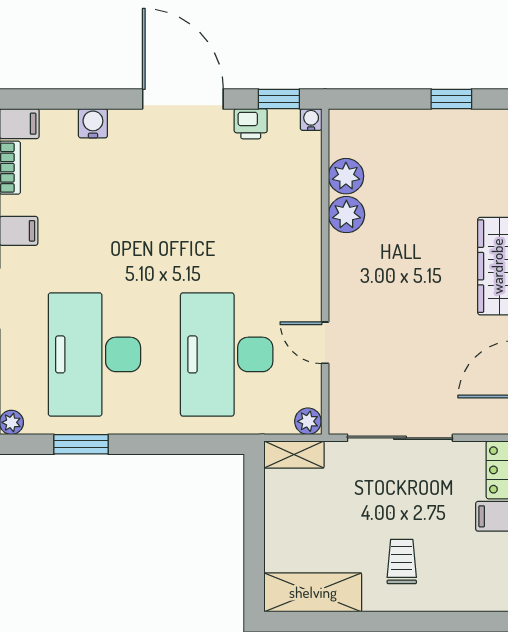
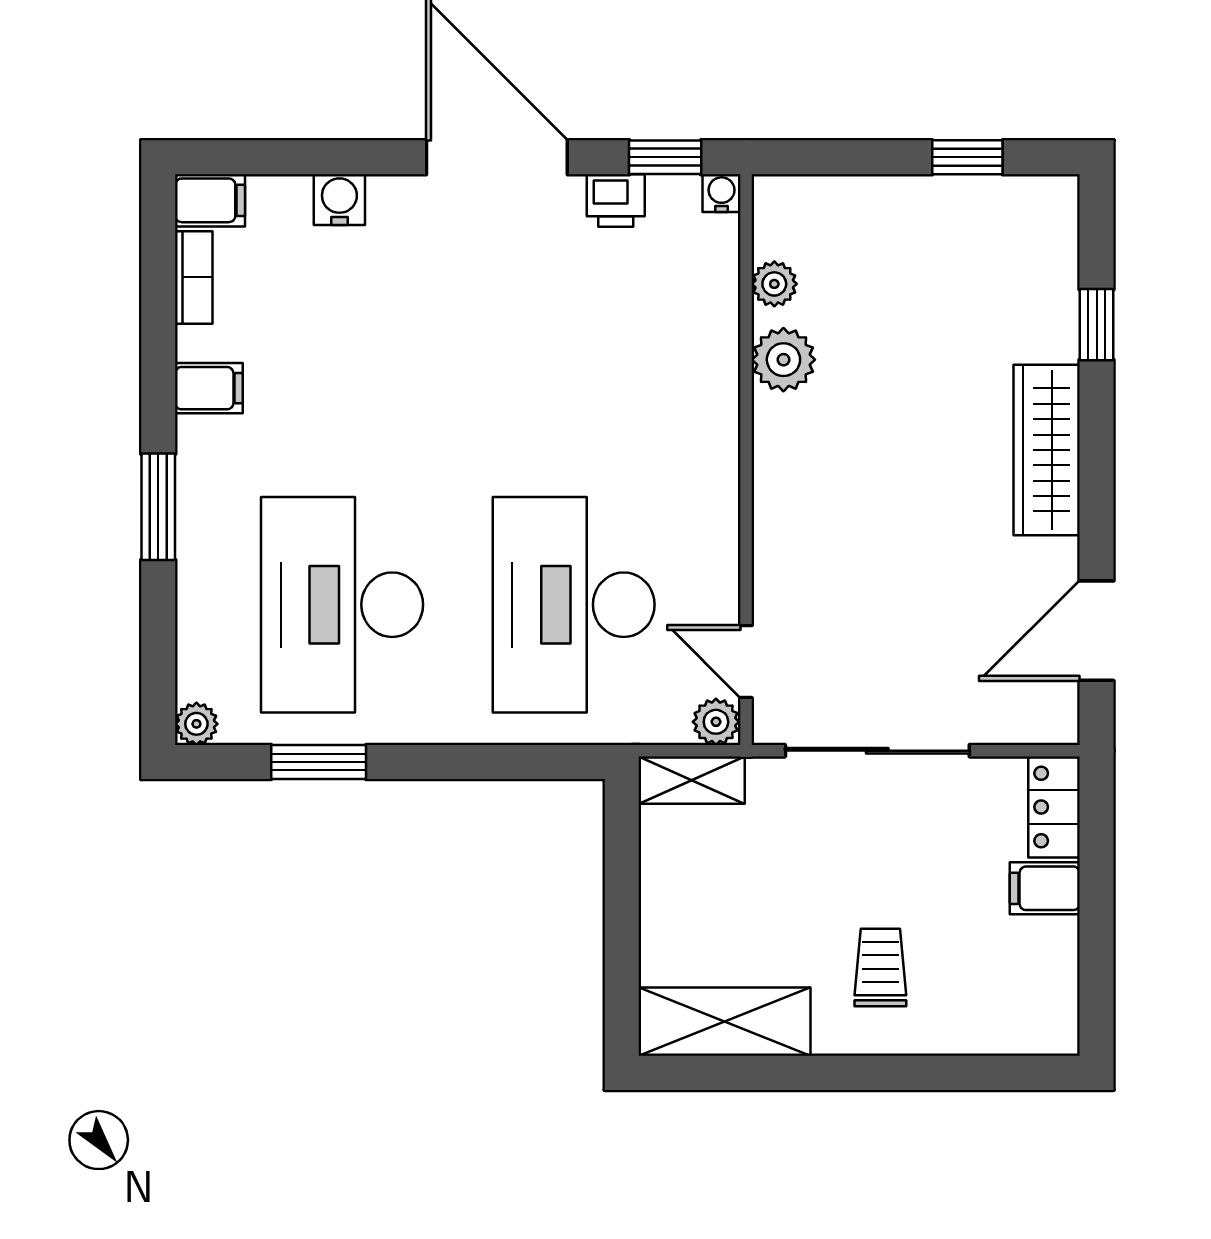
plant: (346, 176) -> (774, 284), width x0.73, depth x0.73
door: (325, 343) -> (746, 662), moved

